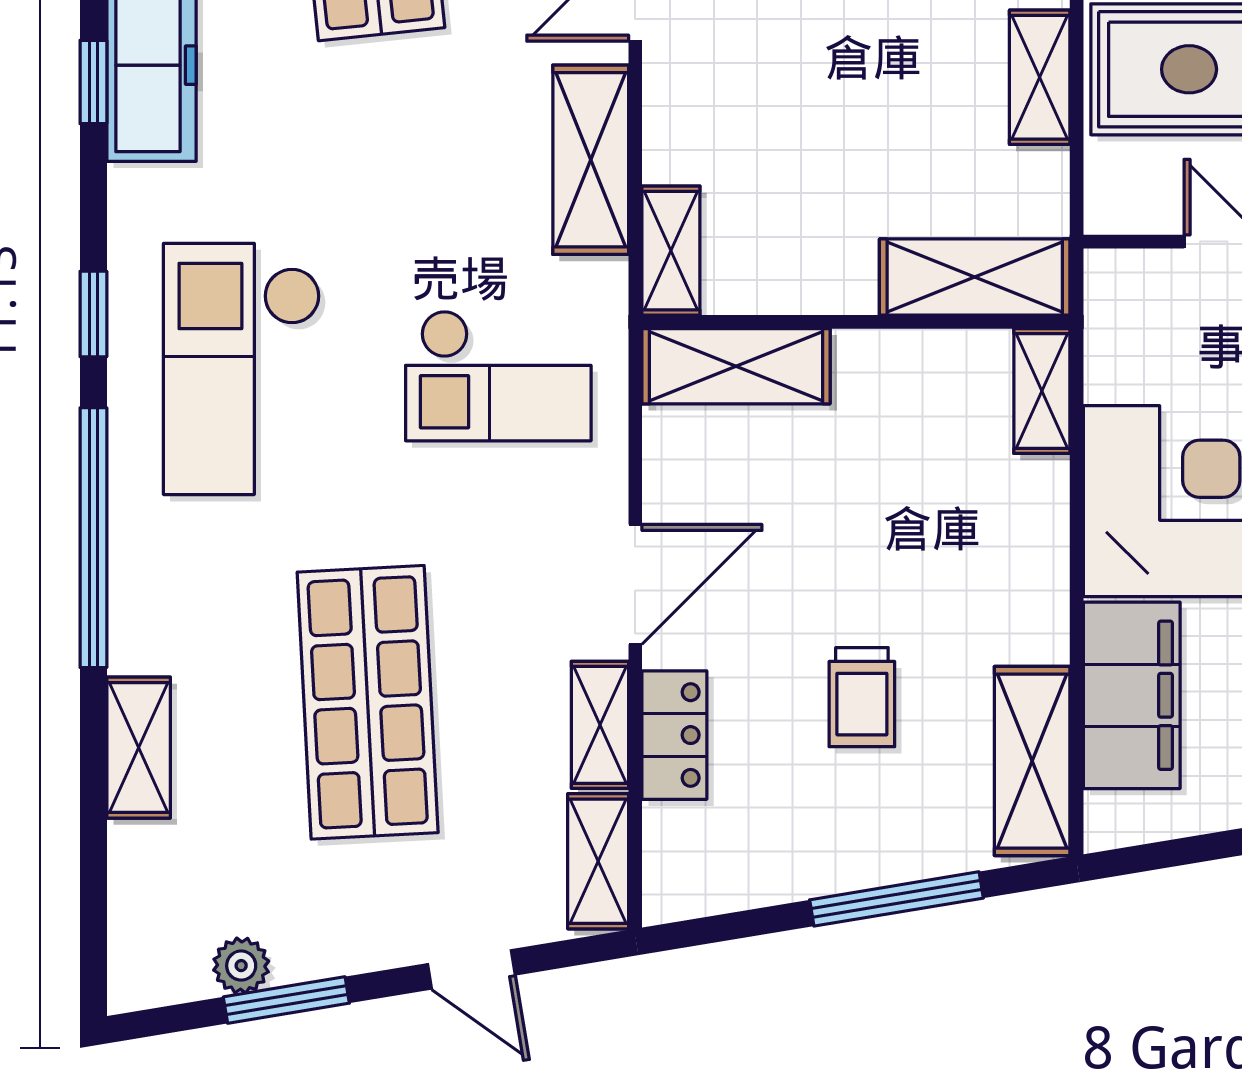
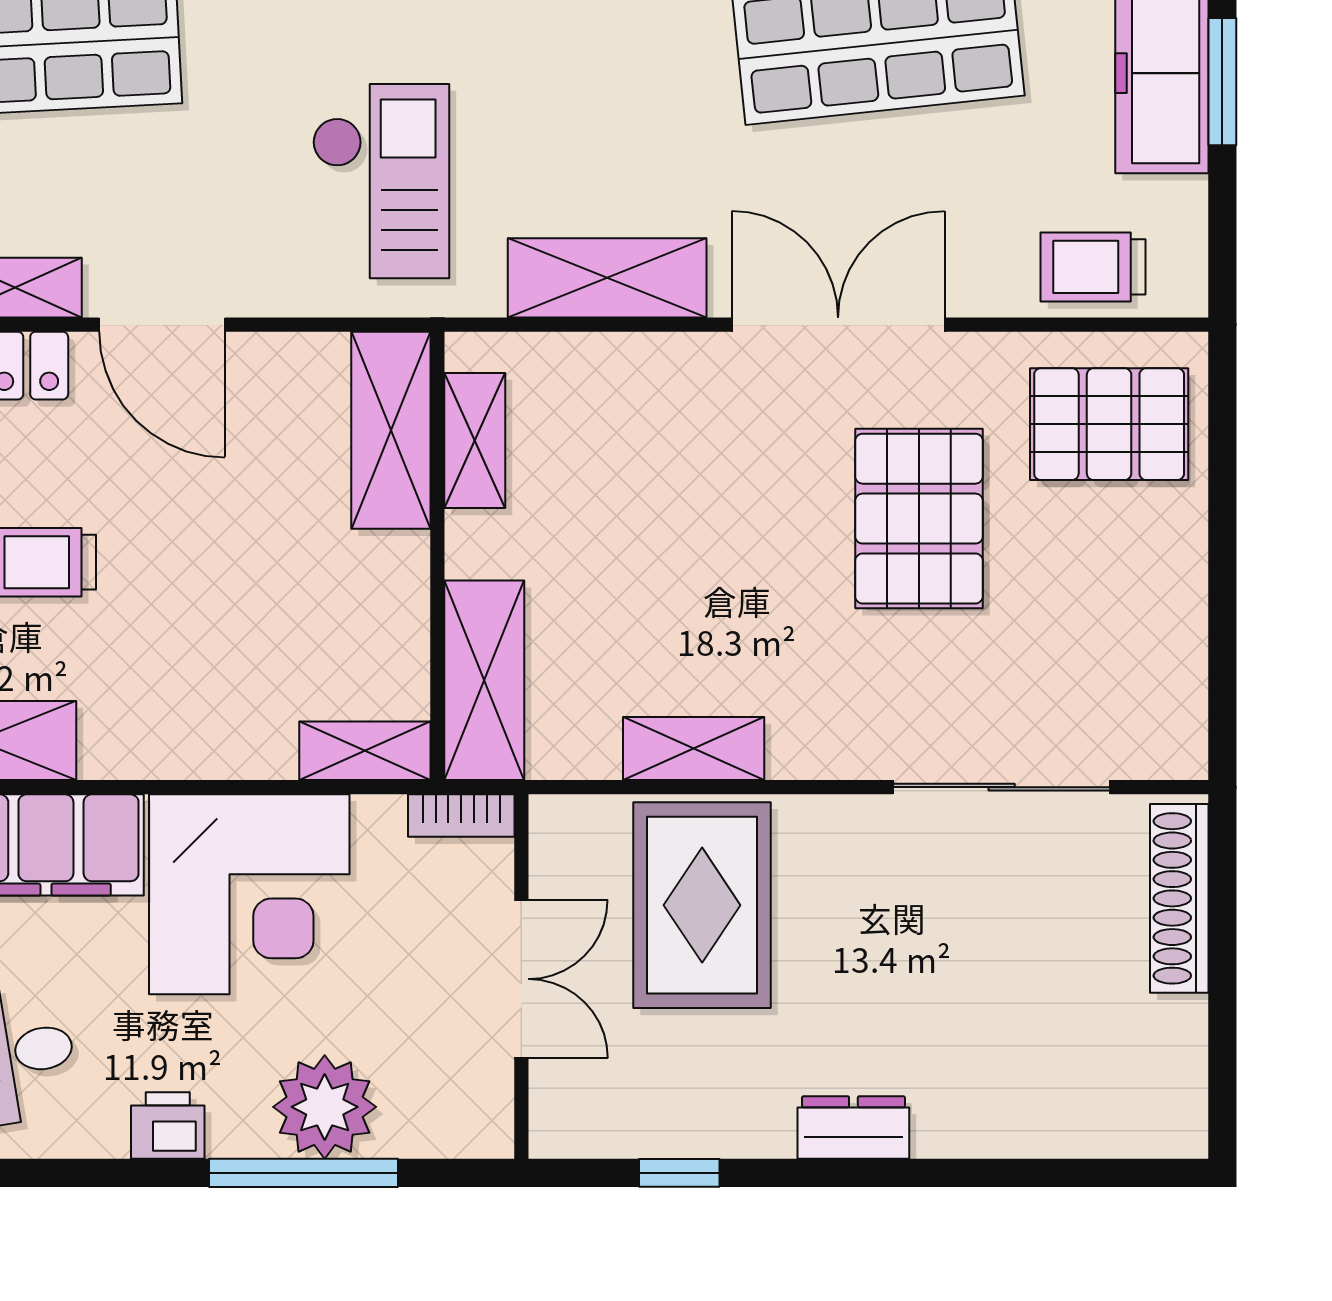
shelving: (671, 251) -> (475, 441), moved, turned 90
bookcase: (1104, 299) -> (461, 816), added
checkout: (498, 376) -> (381, 181), turned 180

